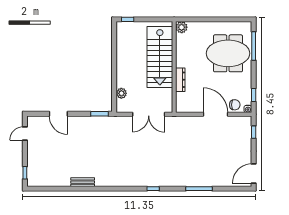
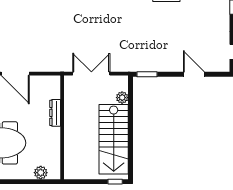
plant: (182, 27) -> (41, 173), moved
stairs: (160, 57) -> (114, 139), moved, turned 180

